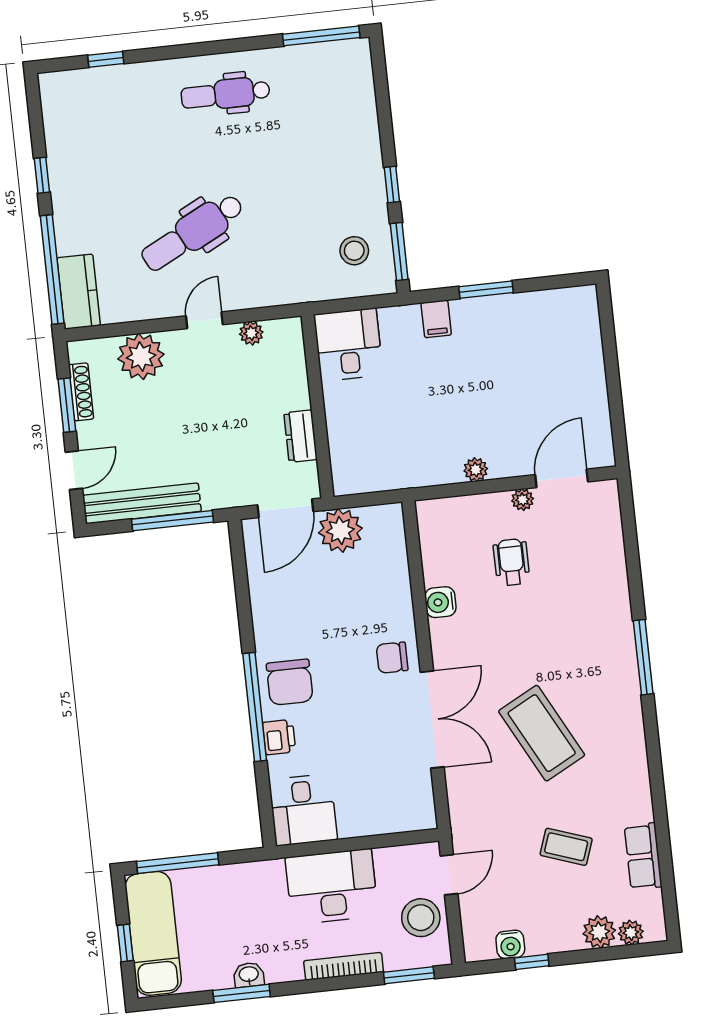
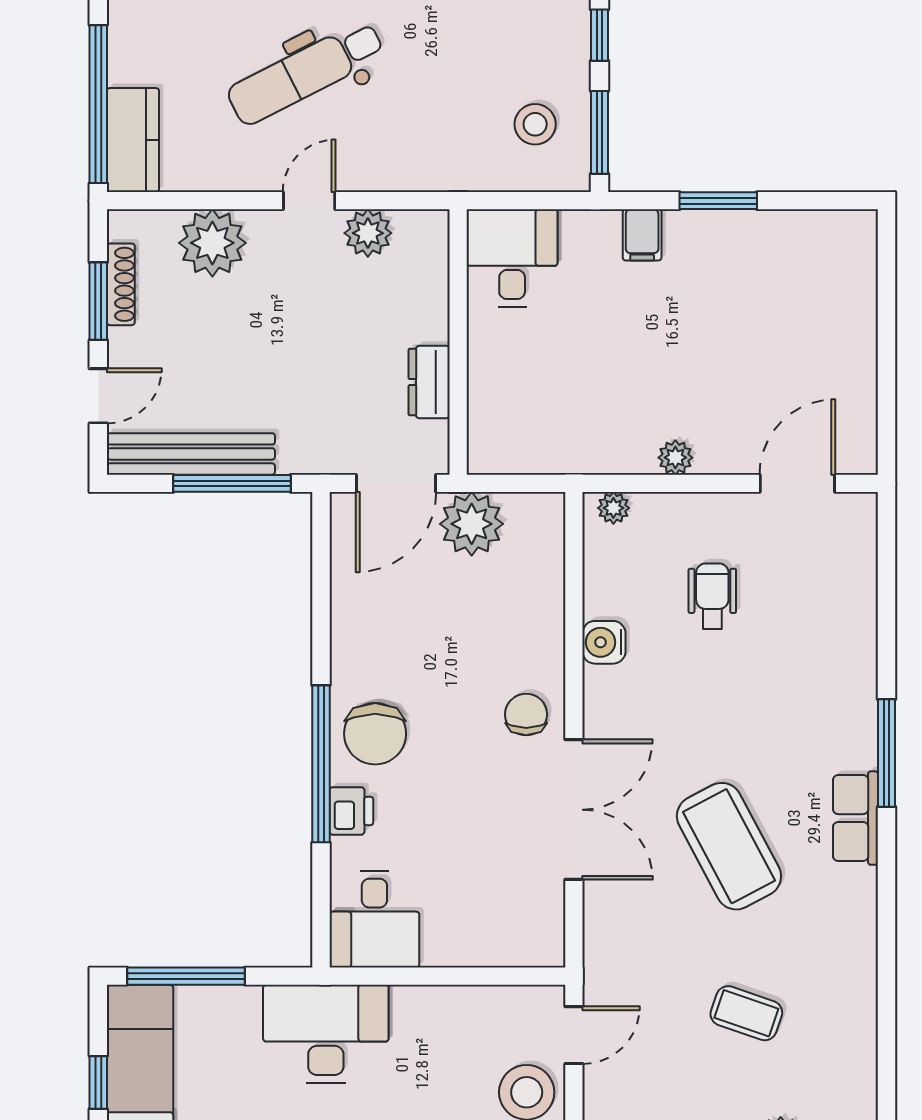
plant: (251, 333) -> (368, 233), width x1.38, depth x1.38
plant: (523, 500) -> (613, 508), moved
chair: (392, 658) -> (526, 714), turned 90
row of seats: (643, 856) -> (856, 818), moved
desk: (332, 887) -> (326, 1034), moved

